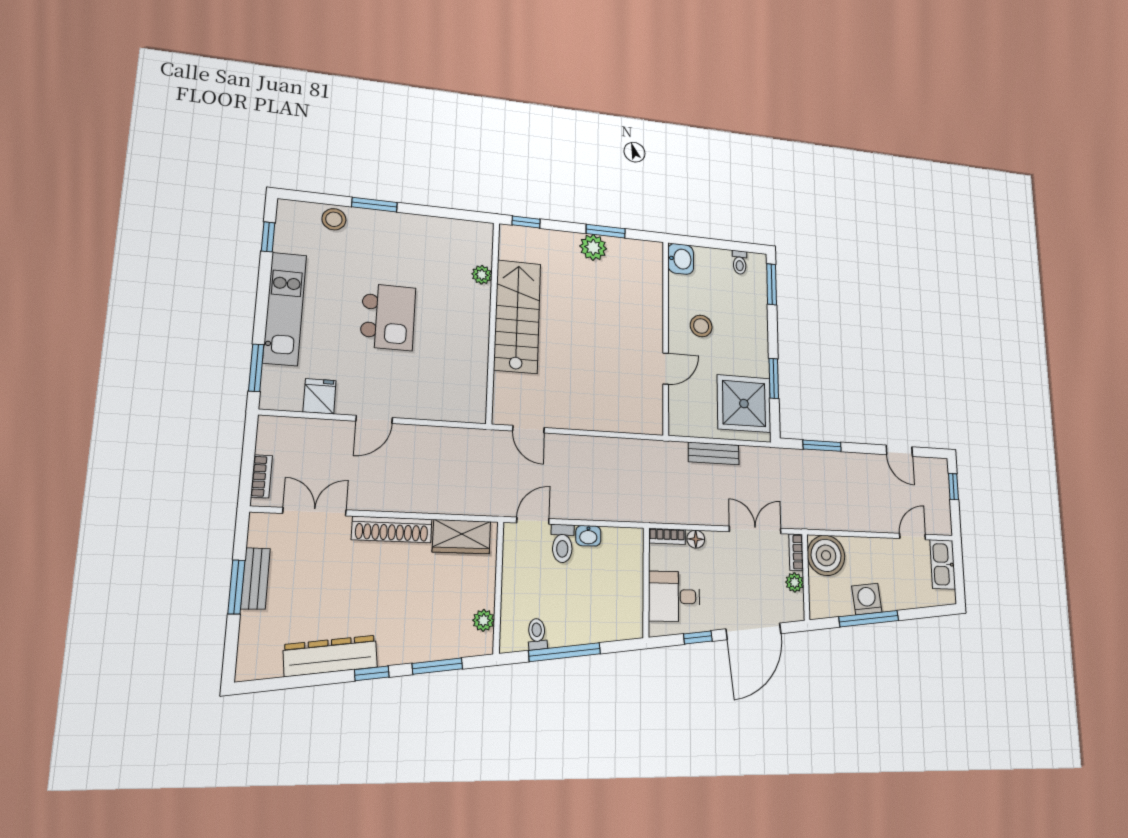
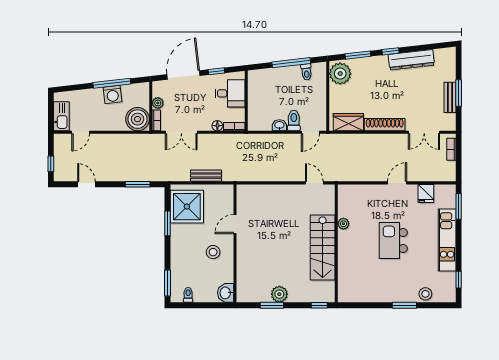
plant: (482, 275) -> (343, 224), moved
plant: (483, 620) -> (340, 74), width x1.87, depth x1.87

